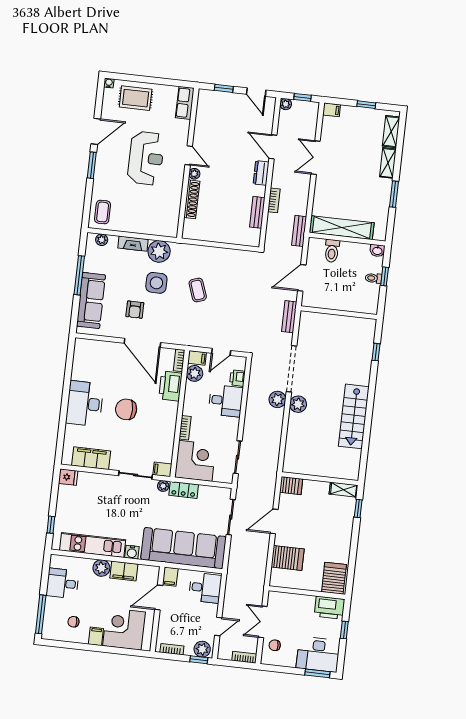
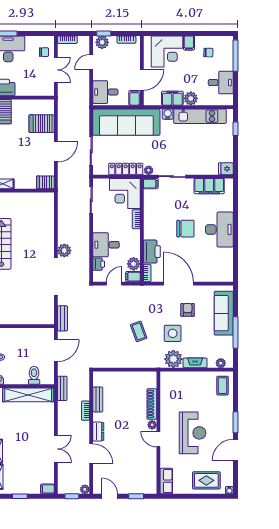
reception desk: (146, 158) -> (193, 433), turned 180
plant: (298, 404) -> (47, 249), removed
locker: (184, 490) -> (126, 169), width x1.53

